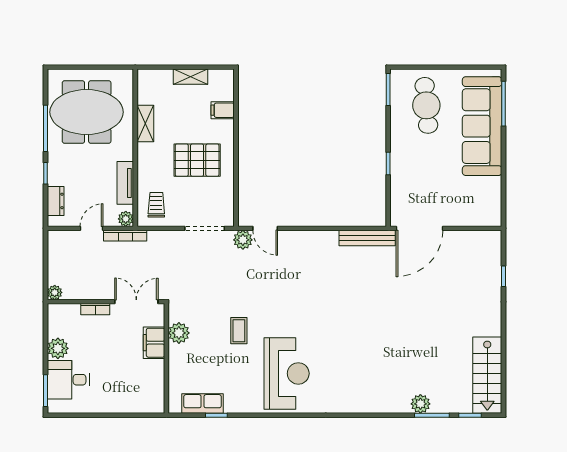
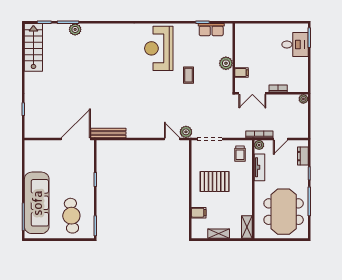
meeting table: (87, 112) -> (284, 212), turned 90
shelving: (145, 124) -> (247, 227), moved
plant: (179, 333) -> (226, 63), moved
filing cabinet: (154, 343) -> (241, 73), width x0.50
plant: (58, 348) -> (301, 64), removed

